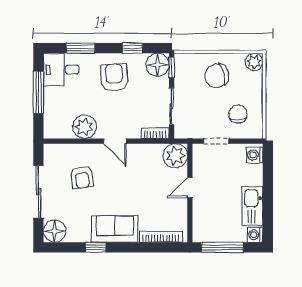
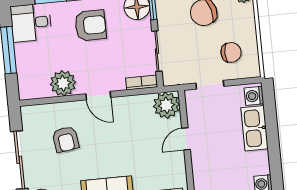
armchair: (114, 77) -> (90, 25), turned 93
chair: (238, 114) -> (231, 52), turned 90
kitchen sink: (252, 206) -> (254, 128), moved

